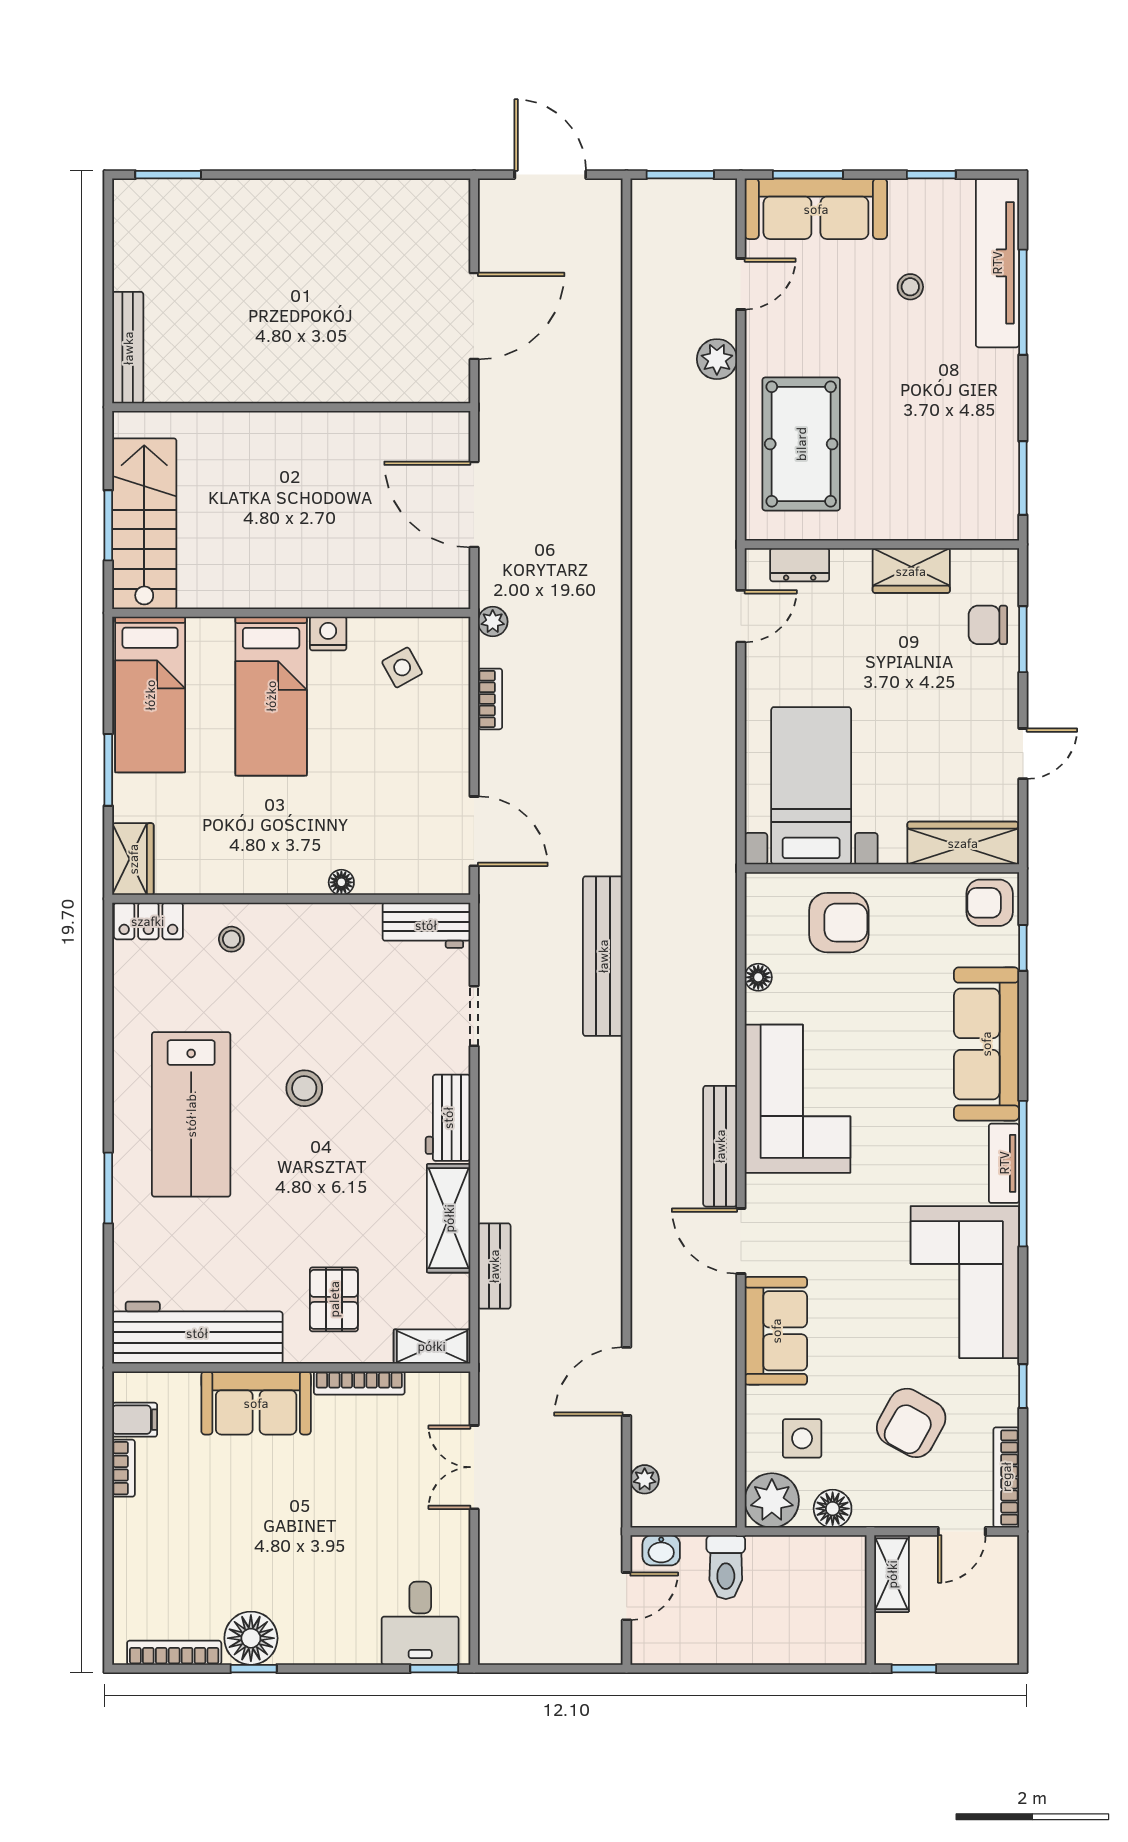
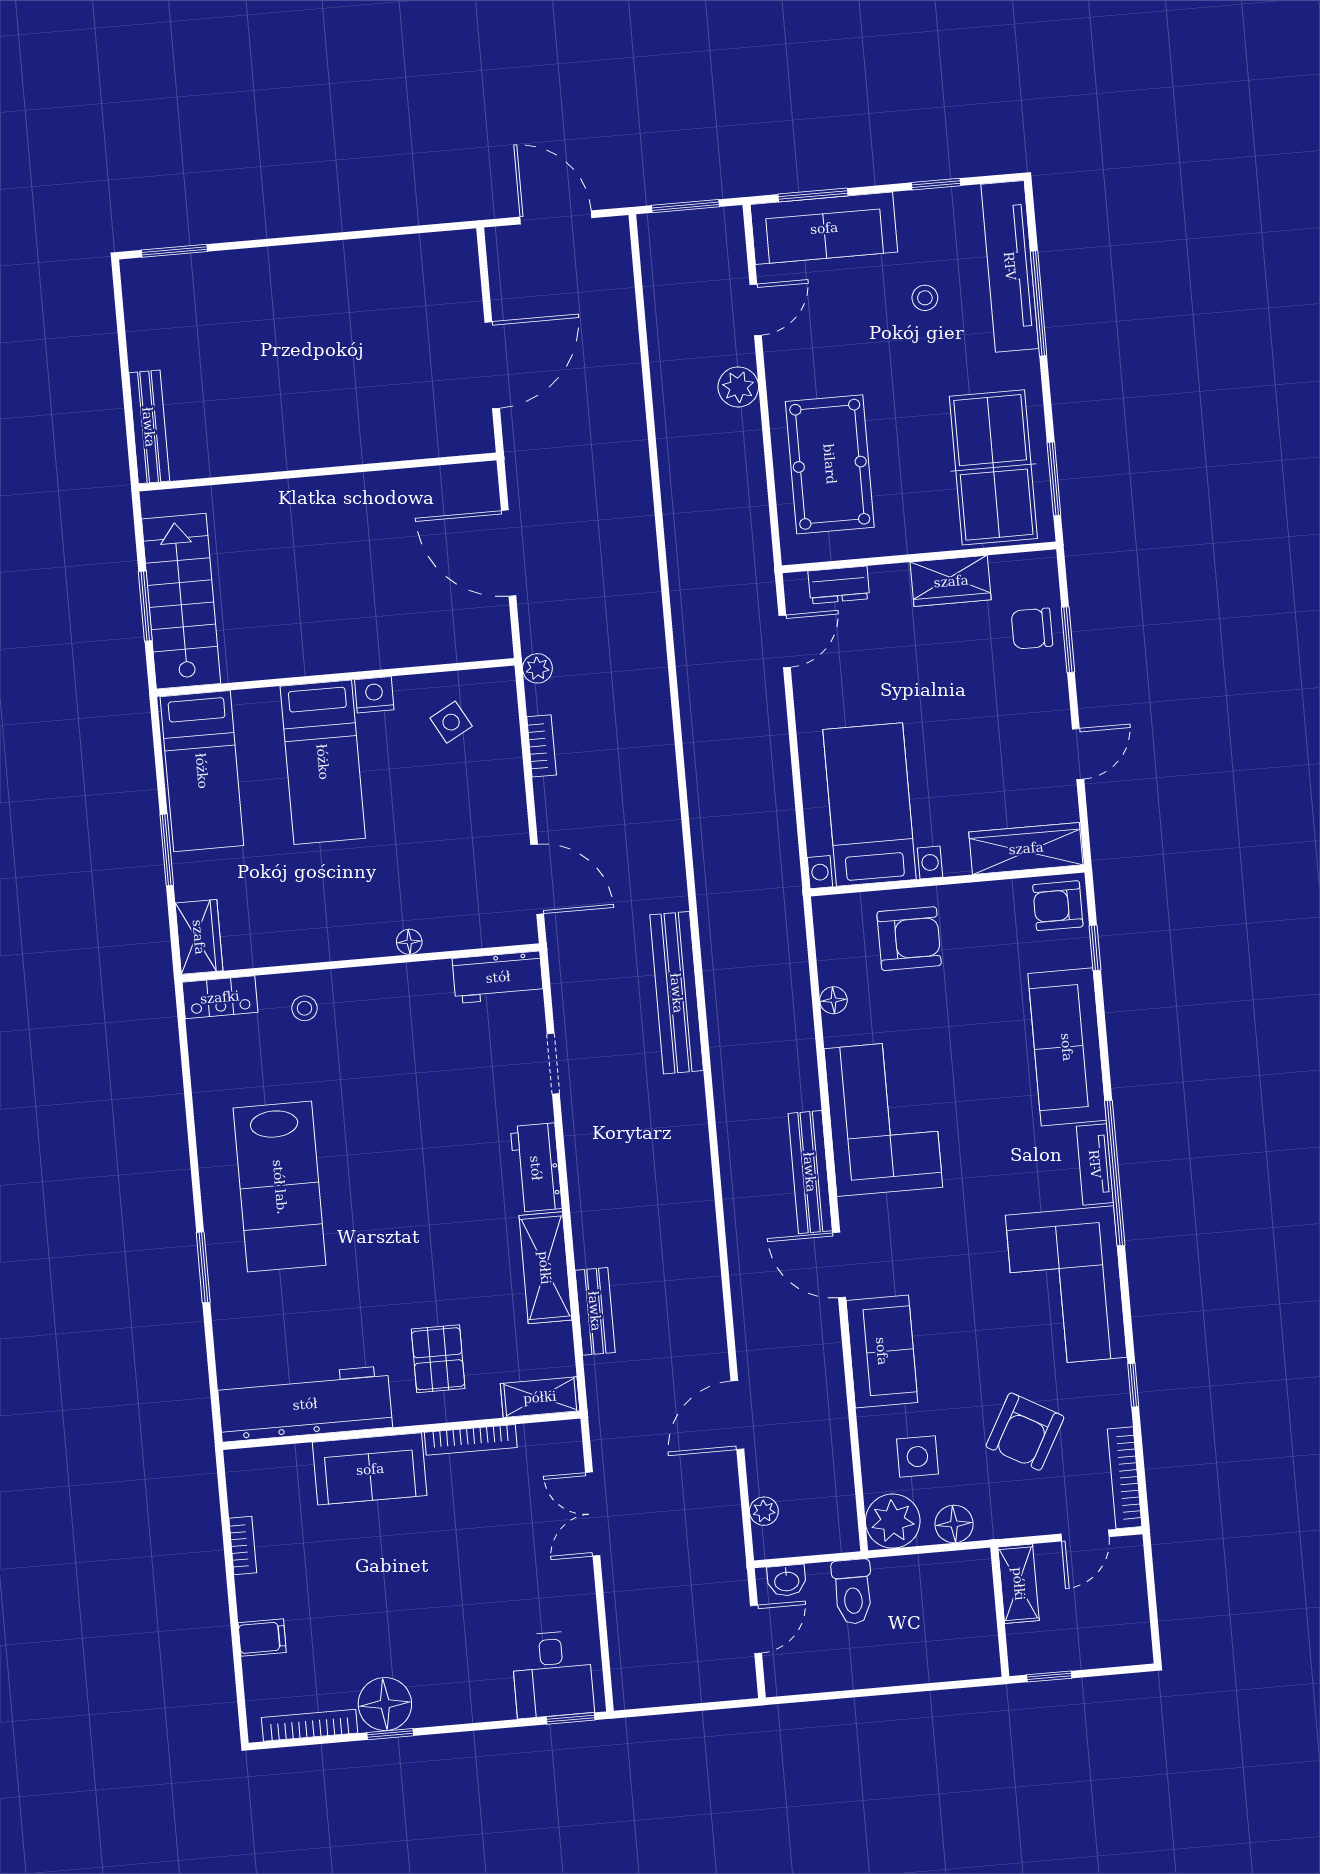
table tennis table: (964, 461) -> (993, 467), added
stool: (304, 1088) -> (390, 1151), removed
filing cabinet: (135, 1420) -> (262, 1638), moved

